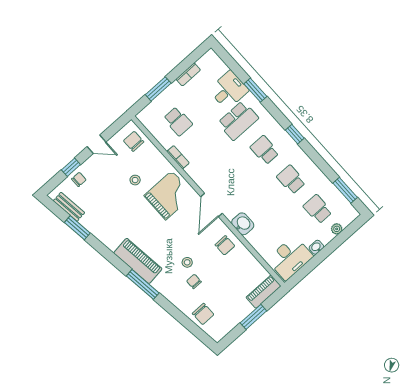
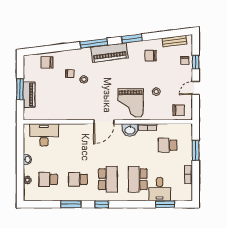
window: (255, 90) -> (165, 204), moved
school desk: (265, 150) -> (108, 179), width x1.85
school desk: (291, 180) -> (78, 179), turned 180
window: (345, 190) -> (71, 204), moved
door: (211, 205) -> (104, 122), swing flipped
school desk: (318, 209) -> (48, 179), turned 180
washbasin: (243, 224) -> (130, 130), moved
window: (77, 228) -> (132, 39), moved
chair: (225, 245) -> (151, 56), moved
desk: (290, 258) -> (44, 135), moved, turned 90
piano: (263, 292) -> (29, 95), moved

